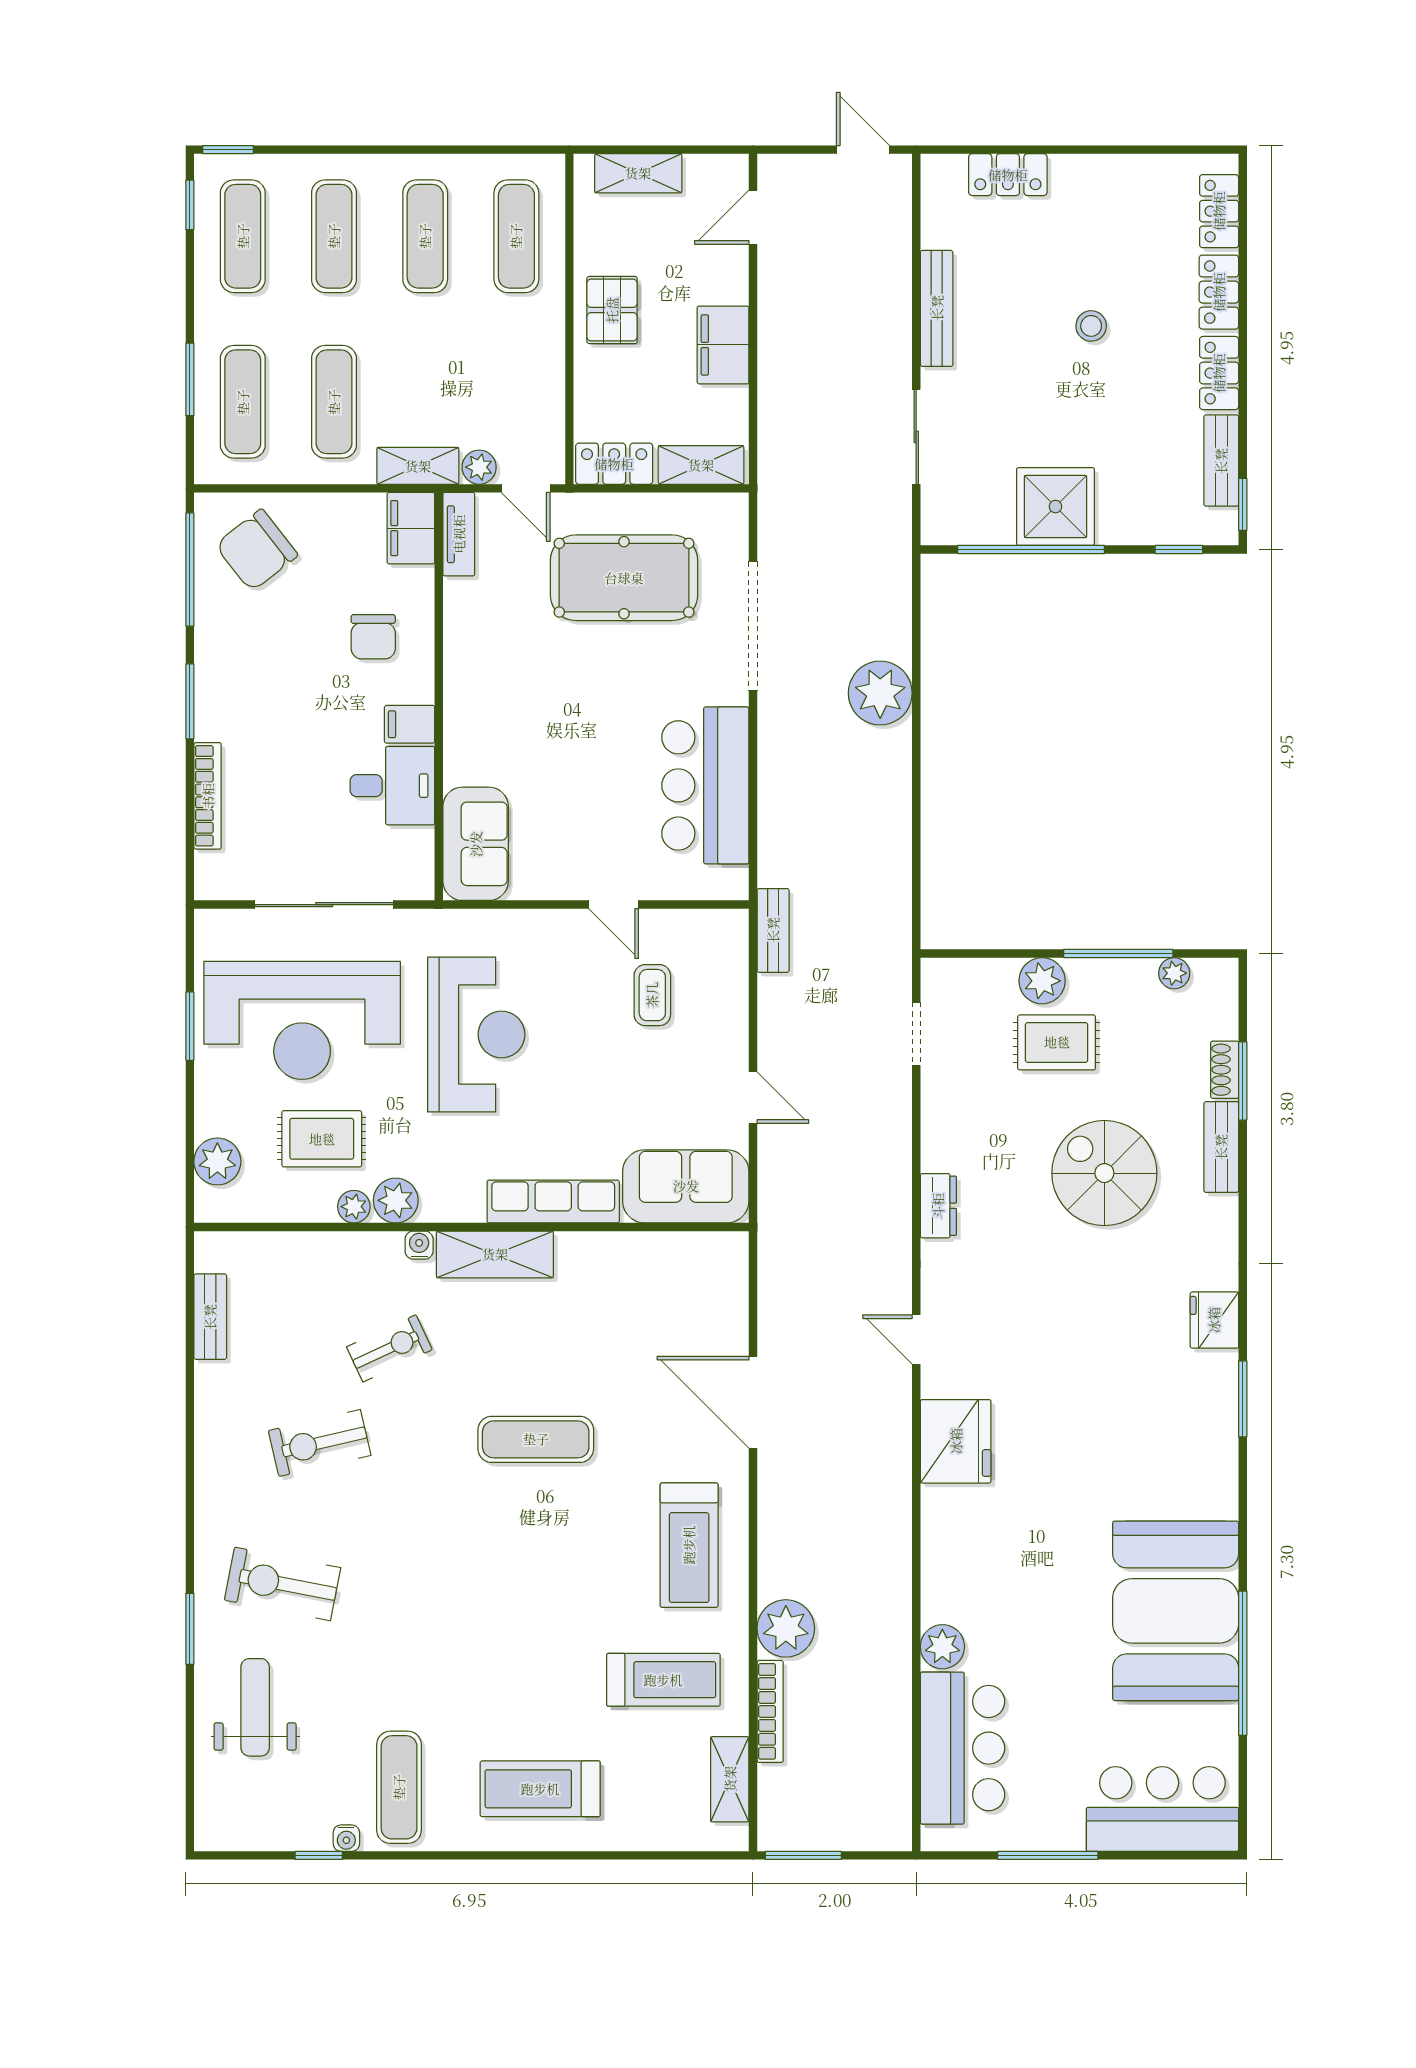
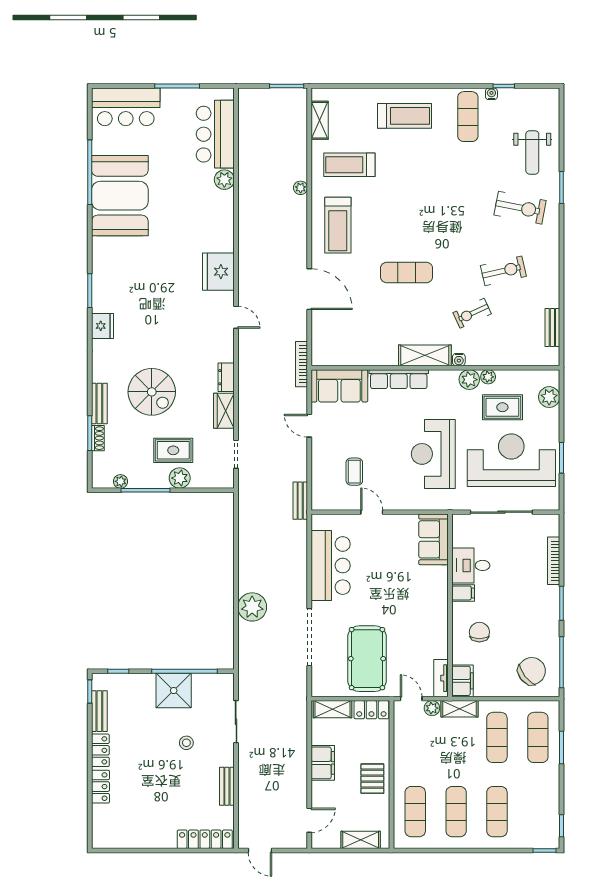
locker: (1008, 175) -> (205, 839), width x1.53
locker: (1219, 211) -> (100, 823), removed
exercise mat: (243, 236) -> (538, 812), removed
bench: (937, 308) -> (227, 786), width x0.73
stool: (1091, 326) -> (186, 743), moved
pool table: (624, 578) -> (367, 659), turned 90
wardrobe: (943, 1131) -> (224, 411), added
treadmill: (689, 1545) -> (338, 225), turned 180
plant: (786, 1628) -> (301, 188), width x0.53, depth x0.53
bookcase: (770, 1711) -> (302, 364), moved

